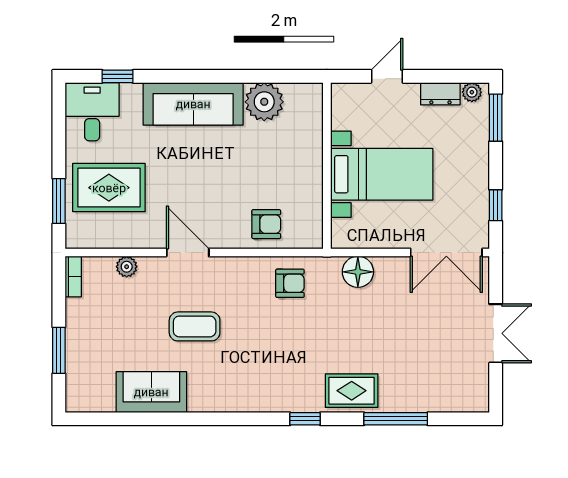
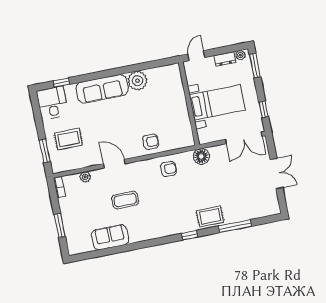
wall: (327, 166) -> (189, 104), moved
bed with nightstands: (382, 174) -> (217, 102), moved
rug: (109, 188) -> (68, 139), width x0.73, depth x0.70

